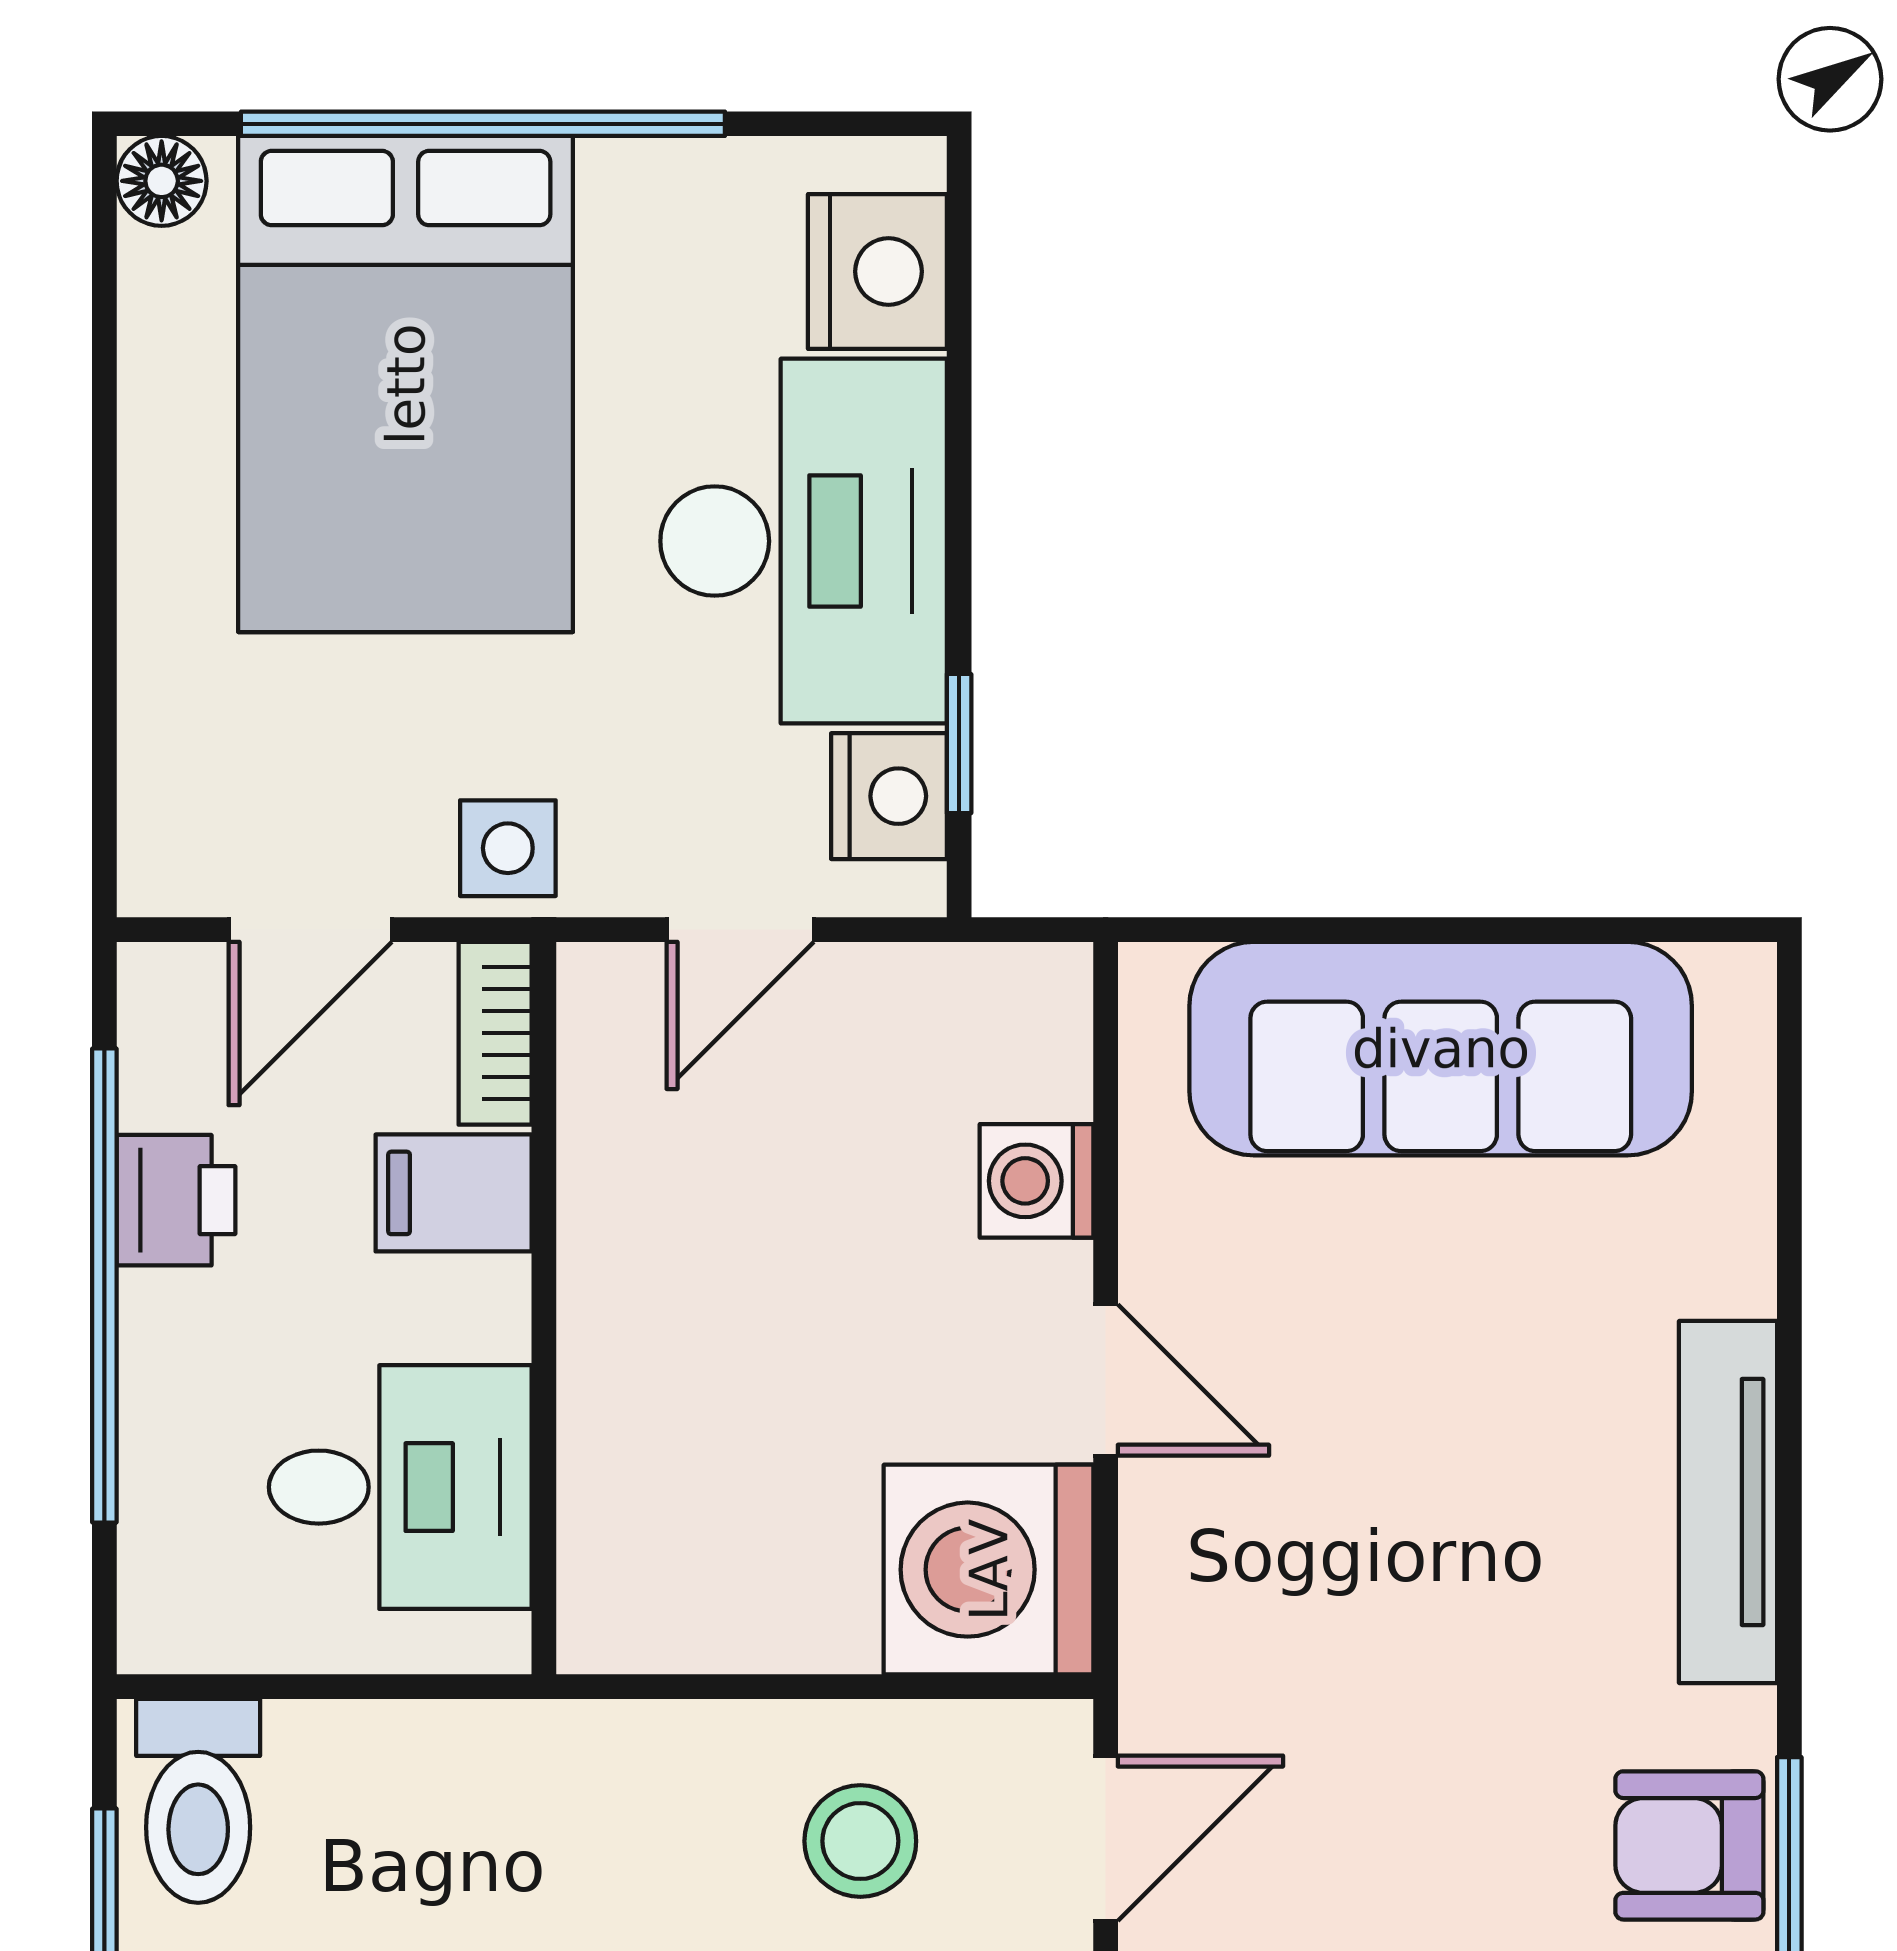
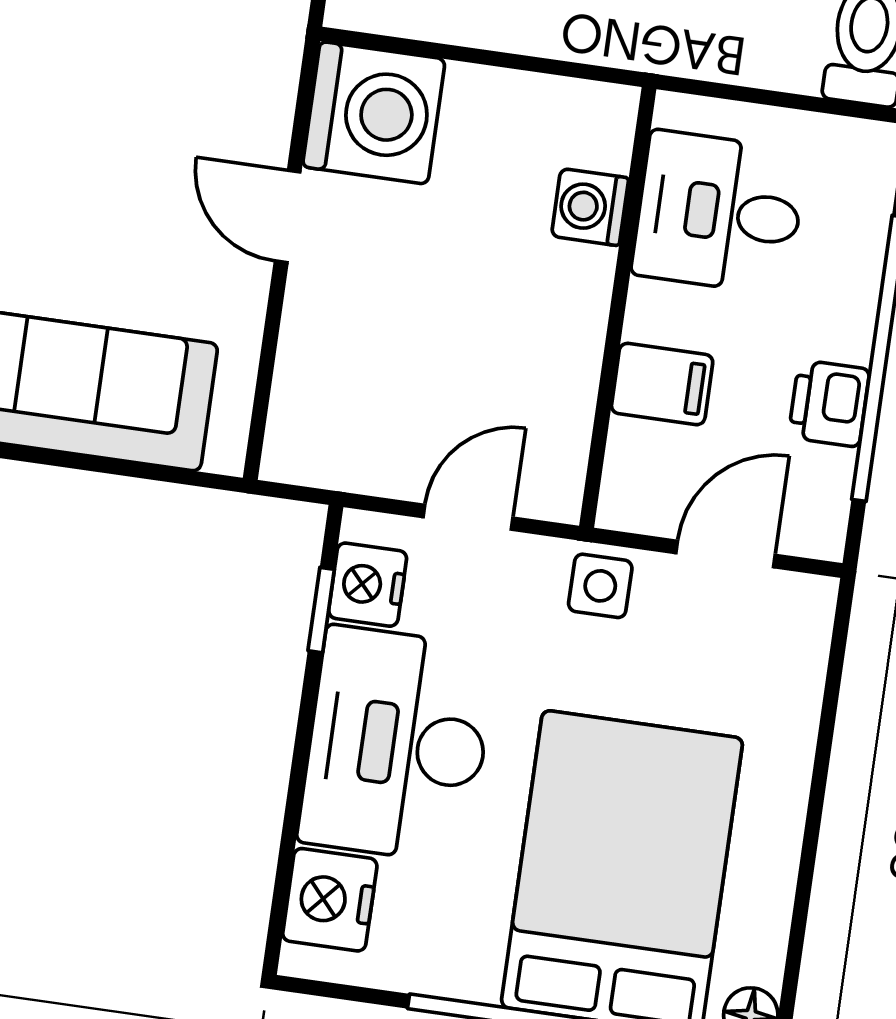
bookcase: (495, 1033) -> (624, 476), removed
washing machine: (1037, 1181) -> (590, 207), moved, turned 180

